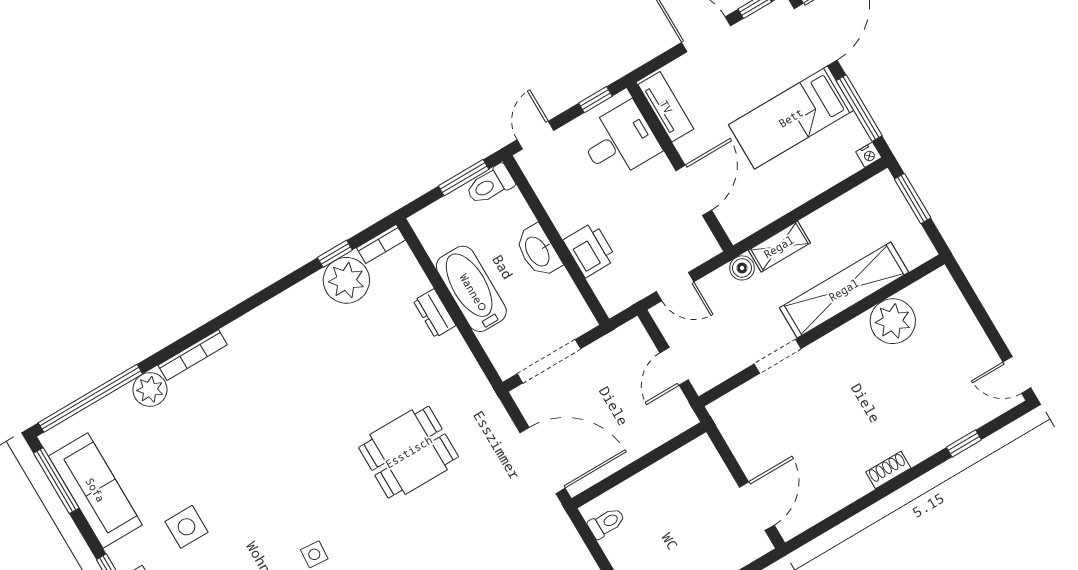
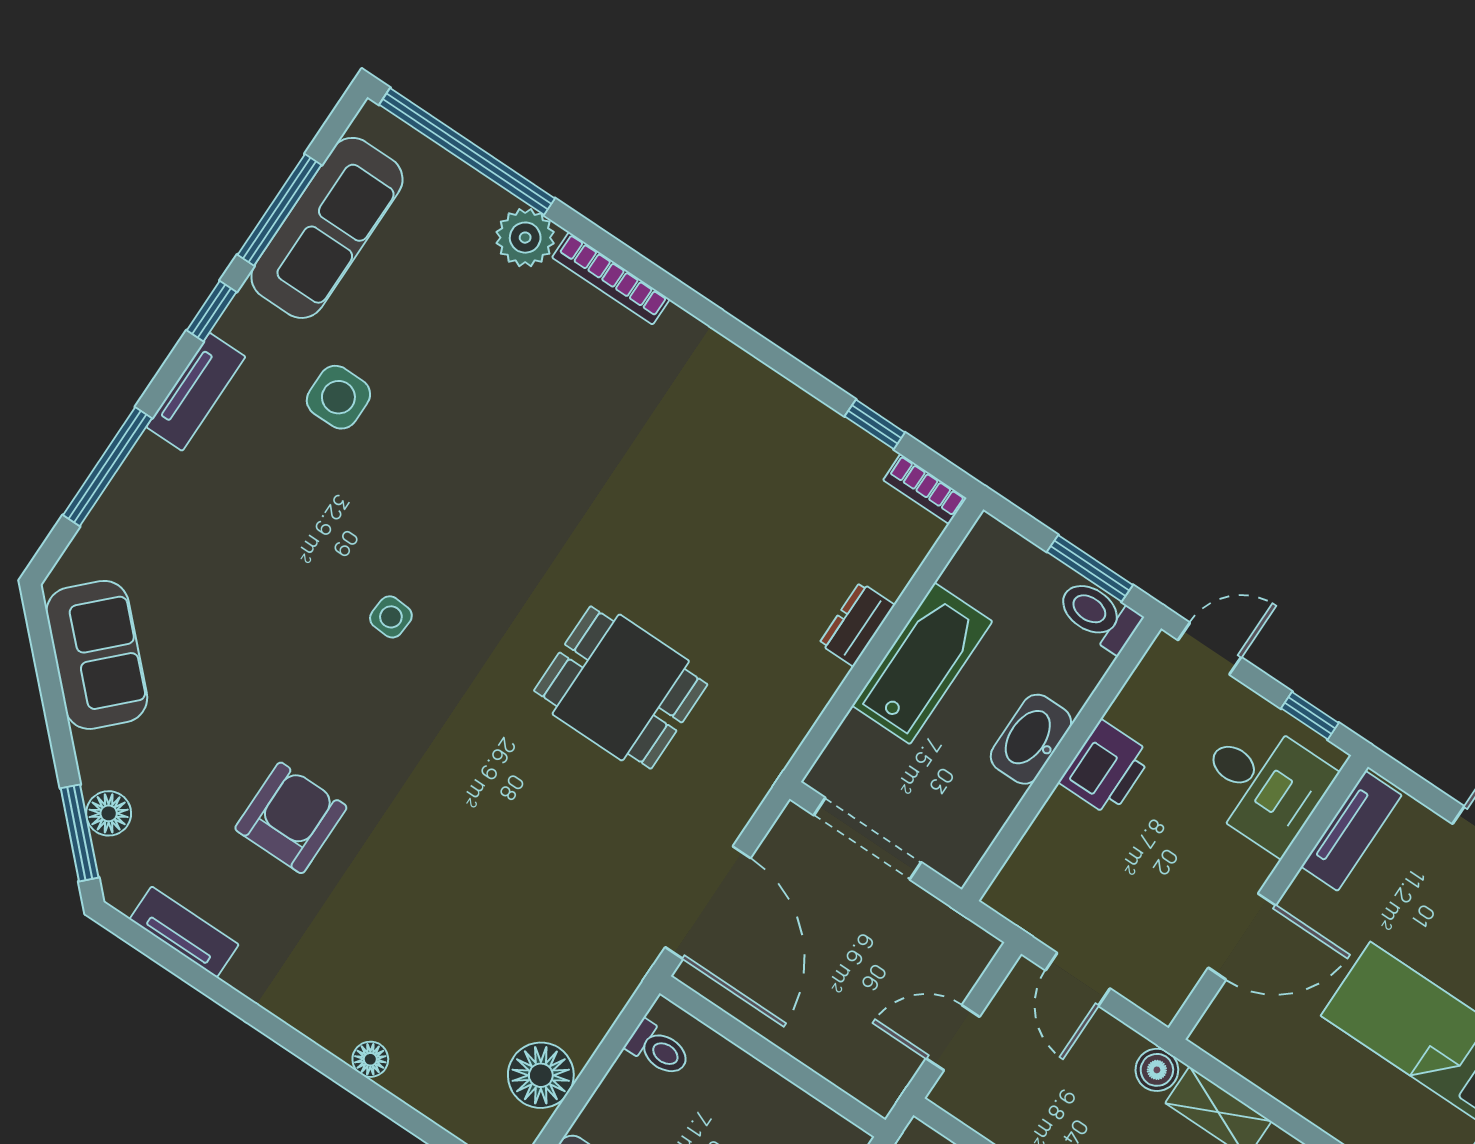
printer: (590, 250) -> (1106, 768), moved
plant: (346, 280) -> (842, 462), removed
window: (56, 481) -> (280, 210), moved

